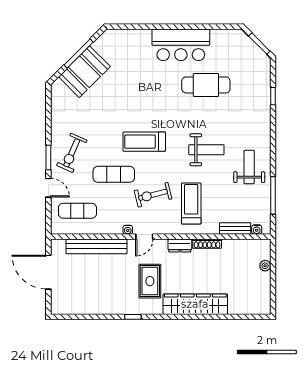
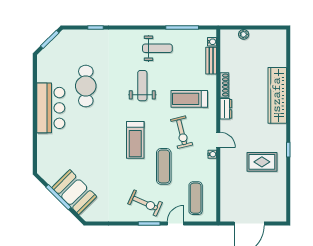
weight bench: (249, 167) -> (157, 48), turned 180
bench: (96, 246) -> (227, 182), removed
rug: (150, 281) -> (262, 162), moved

